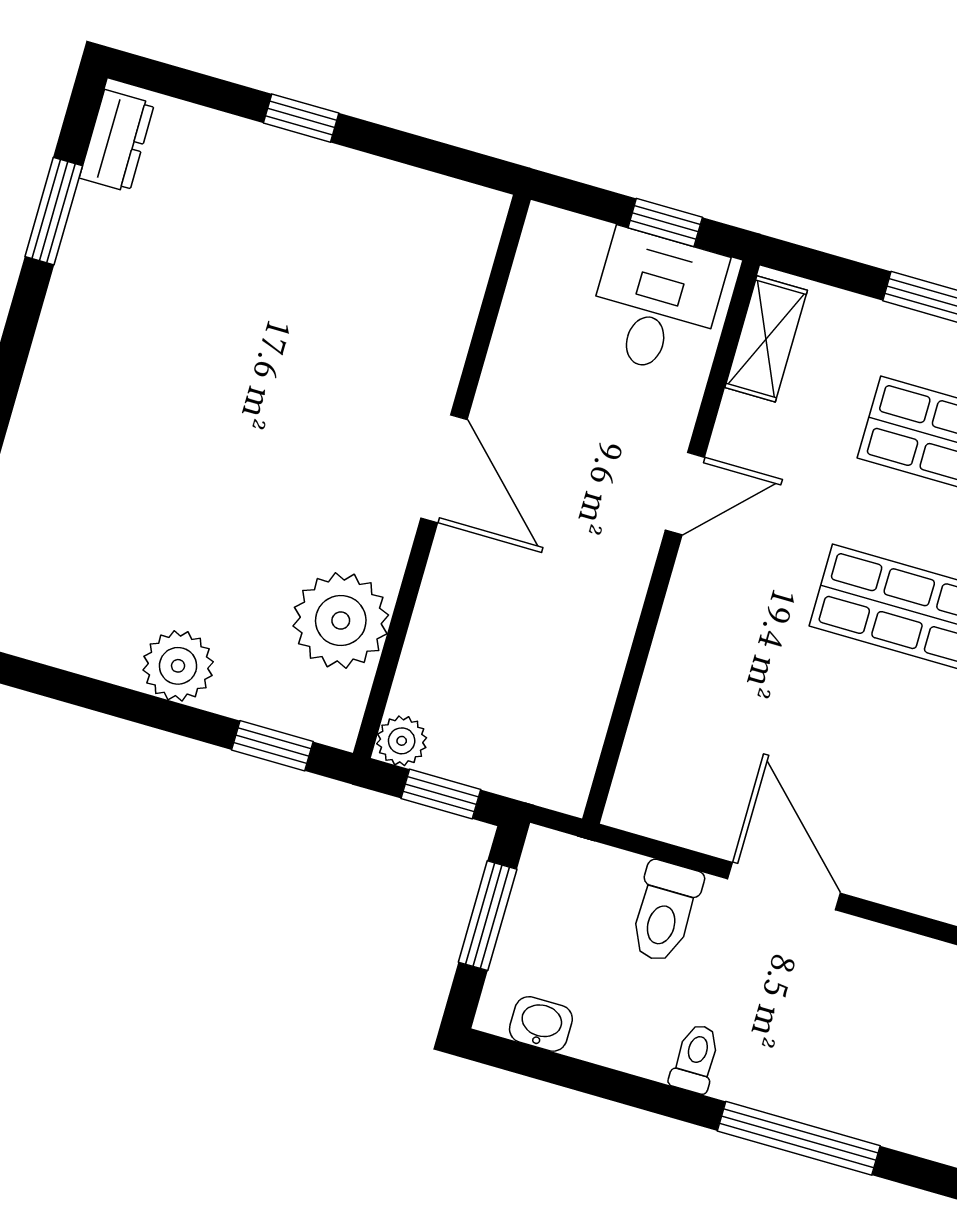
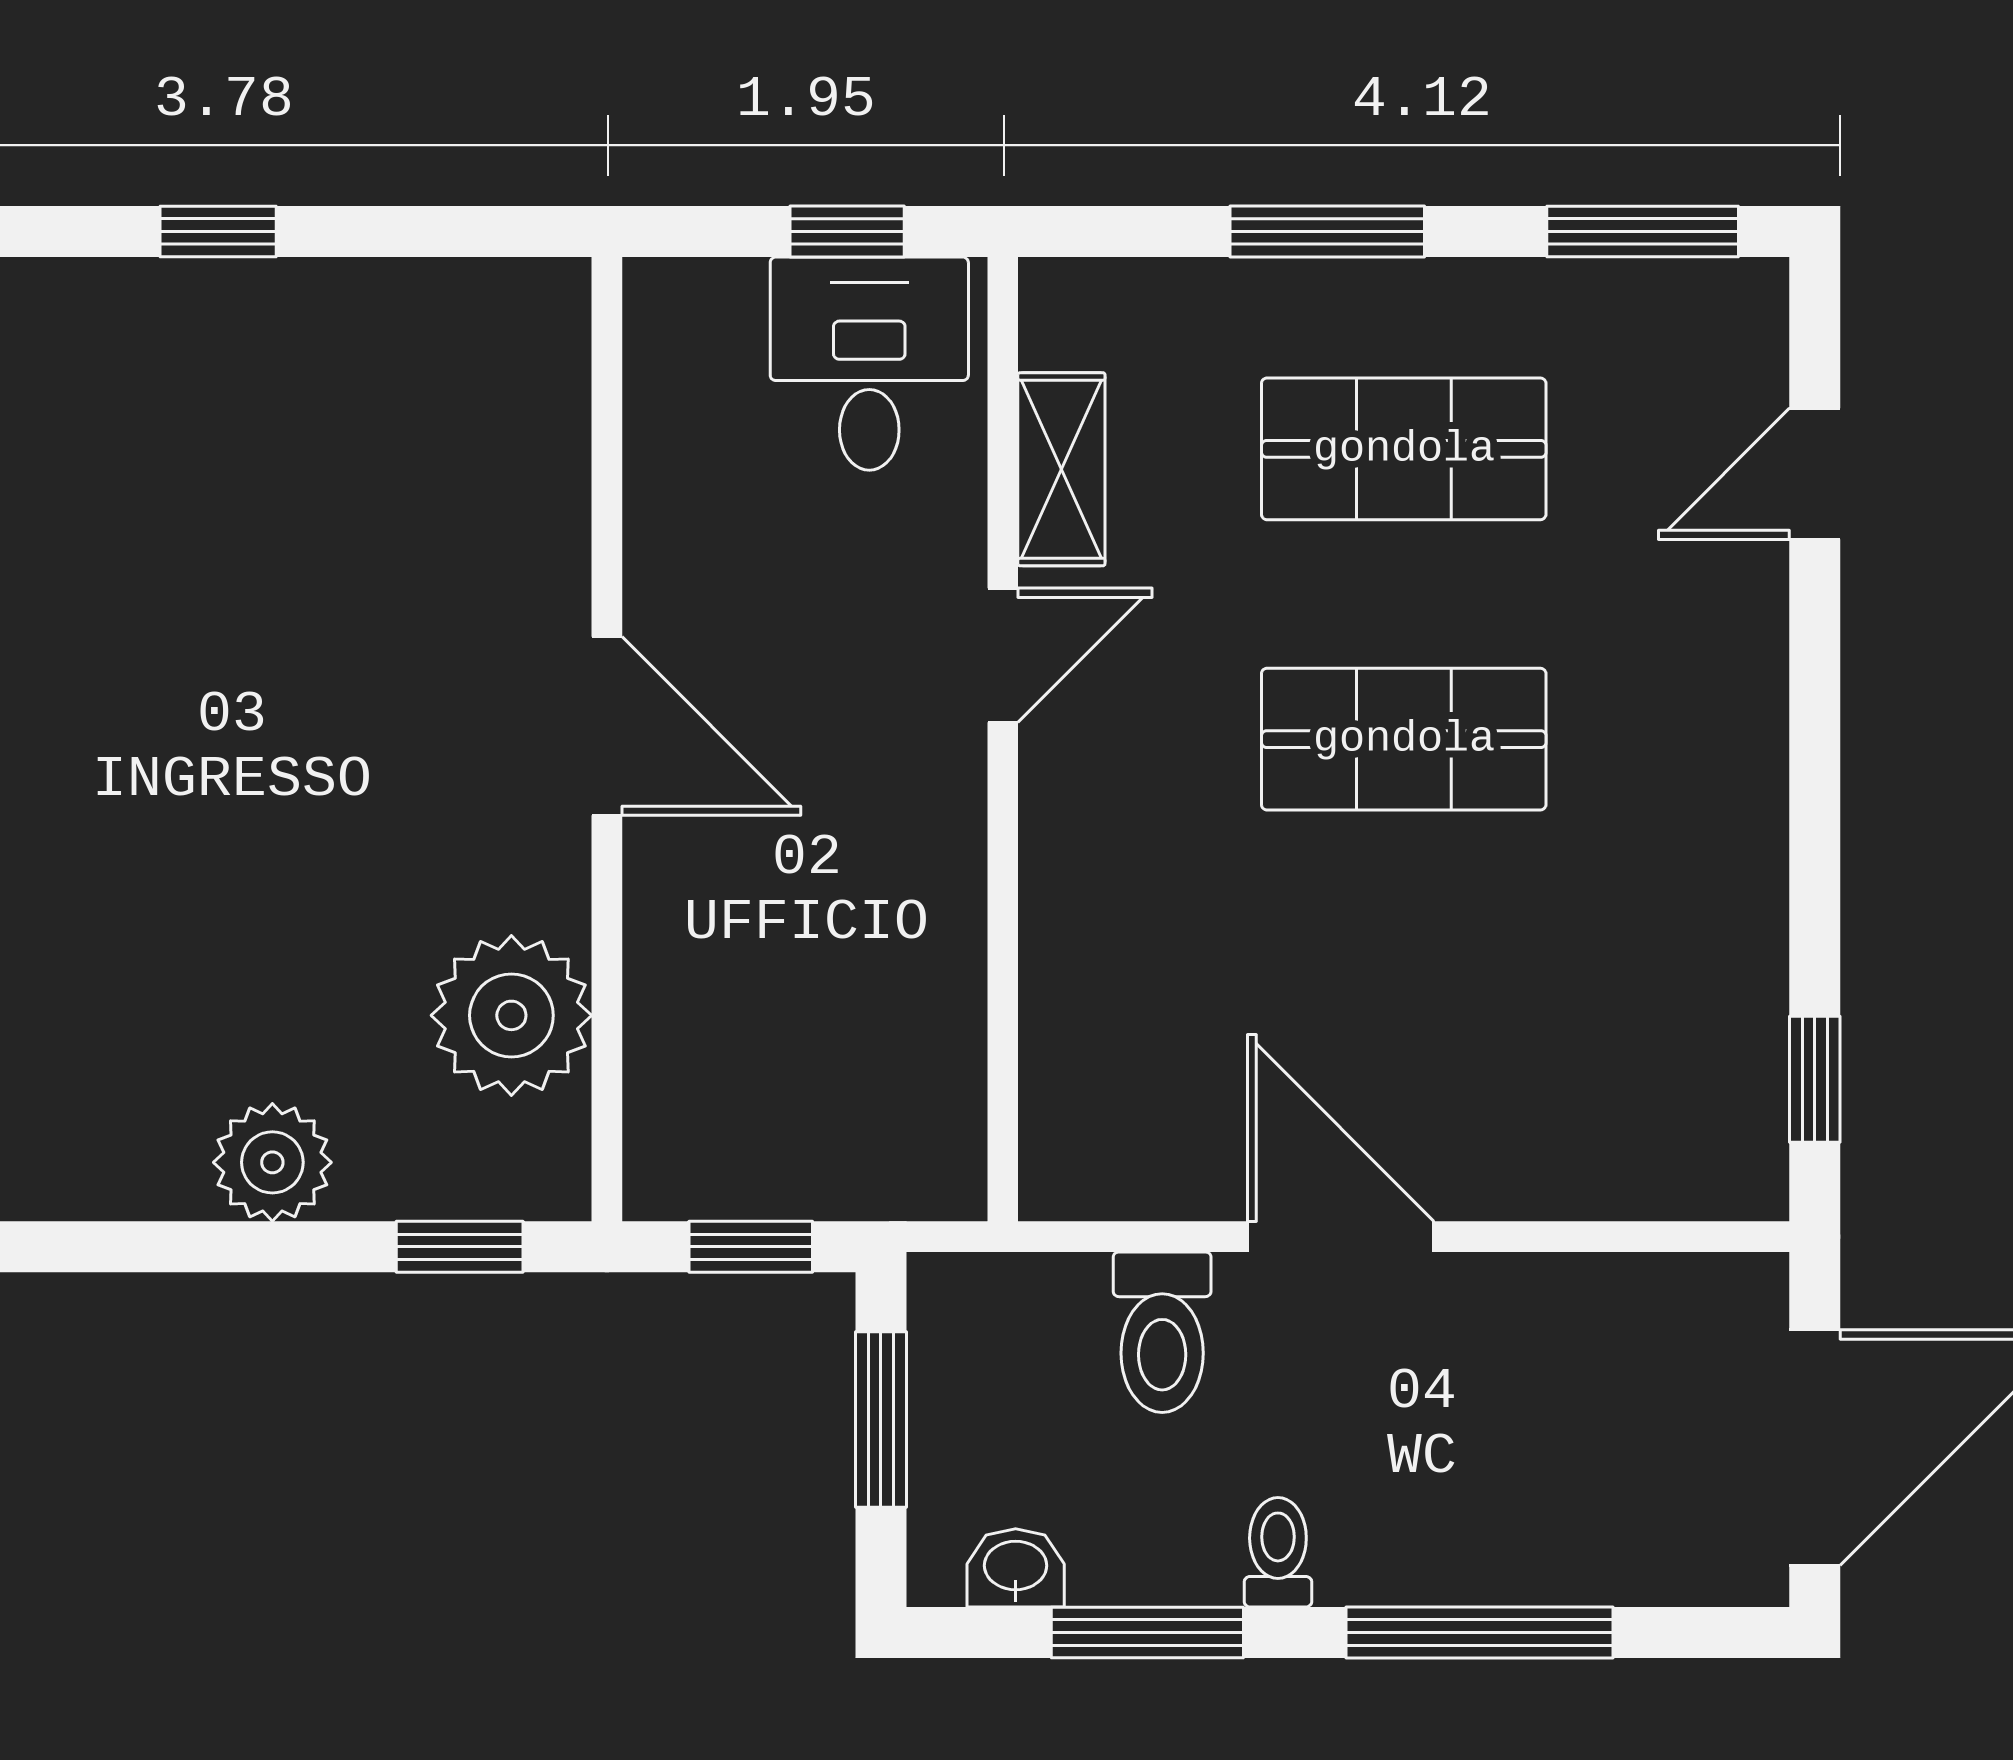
shelving: (766, 339) -> (1061, 469), moved
plant: (402, 741) -> (664, 1180), removed
window: (606, 1083) -> (1147, 1632), added

